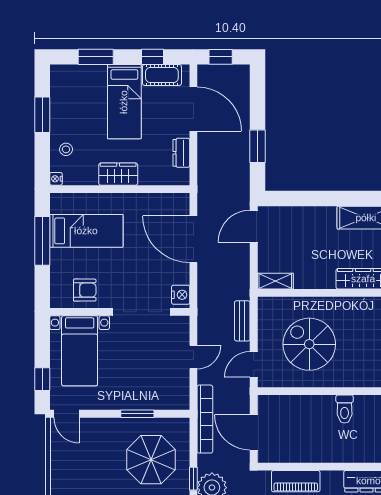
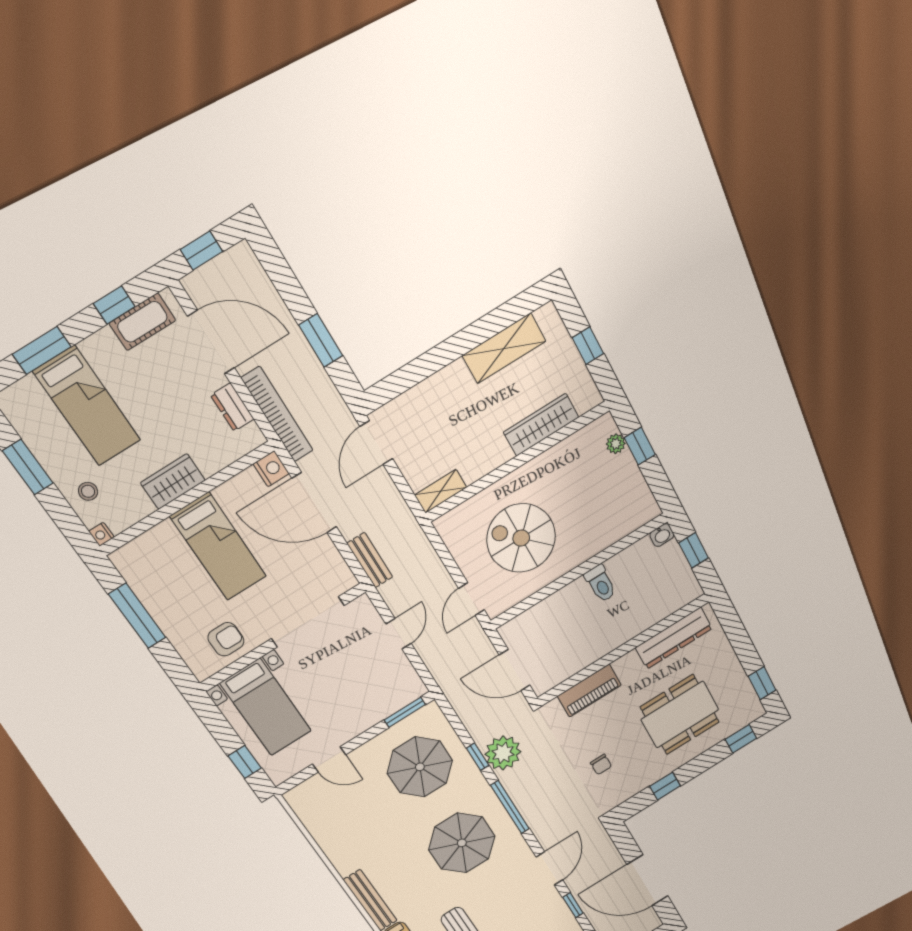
bed: (124, 102) -> (87, 406), moved
bed: (86, 231) -> (218, 546), moved, turned 90
nightstand: (181, 295) -> (271, 469), moved
bench: (242, 321) -> (370, 560), moved
door: (66, 414) -> (329, 759), moved
window: (137, 414) -> (405, 712), moved
bookcase: (205, 419) -> (277, 414), moved

